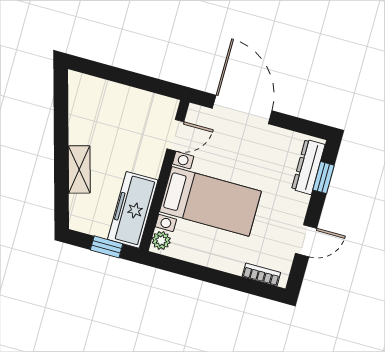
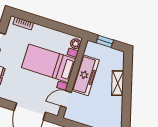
freezer: (133, 210) -> (85, 75), moved

